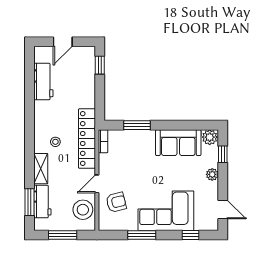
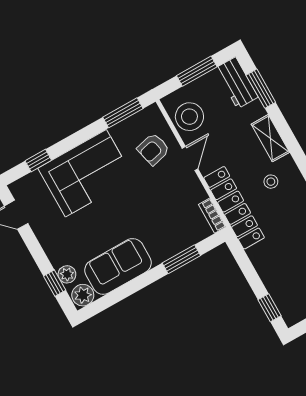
plant: (212, 174) -> (67, 274), moved
workbench: (42, 201) -> (236, 83), moved
window: (142, 235) -> (123, 113), moved

